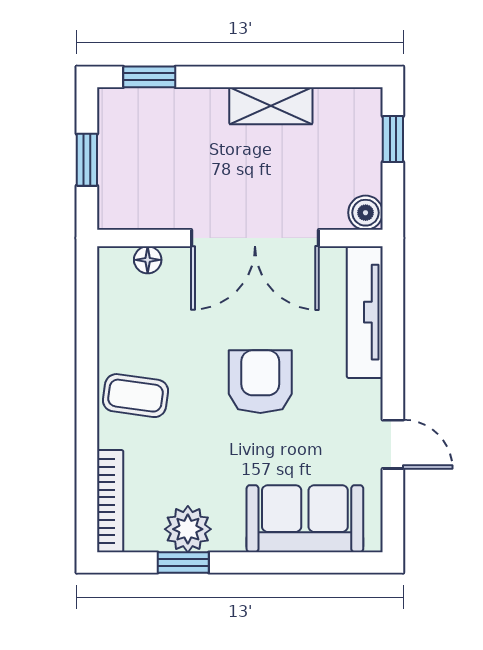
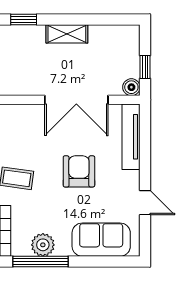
shelving: (271, 106) -> (67, 34), moved
window: (393, 139) -> (145, 67), moved
floor lamp: (148, 260) -> (23, 111), removed
window: (183, 562) -> (41, 262), width x2.17

